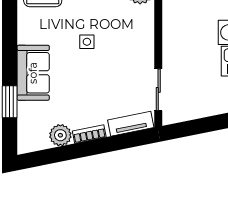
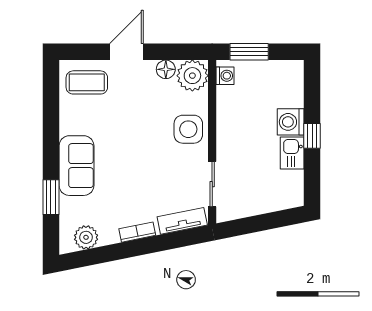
side table: (87, 42) -> (188, 129), moved, width x1.87, depth x1.87
plant: (60, 135) -> (86, 237), moved

